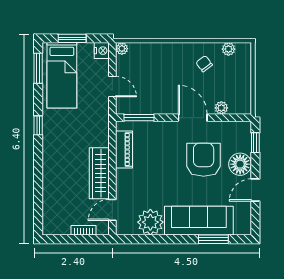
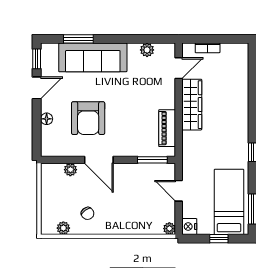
window: (72, 38) -> (219, 239), width x0.67
window: (255, 143) -> (37, 59), moved
floor lamp: (240, 164) -> (47, 119), width x0.53, depth x0.53
plant: (150, 222) -> (147, 50), width x0.53, depth x0.53

